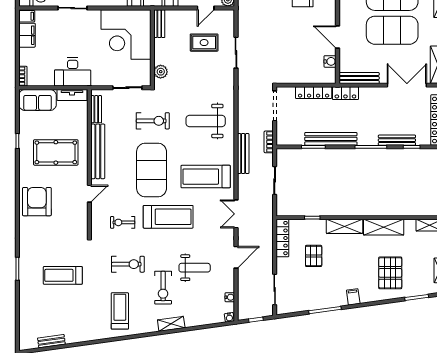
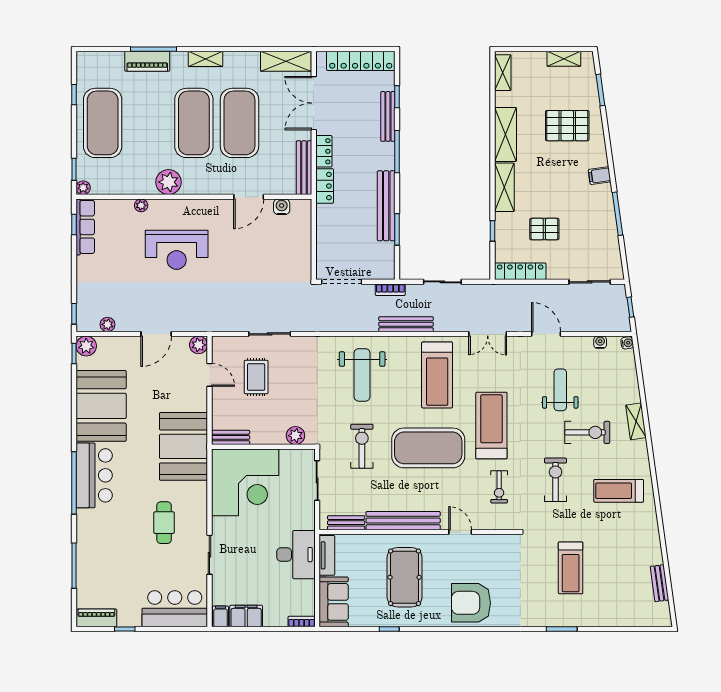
locker: (314, 93) -> (324, 151), moved, width x0.66

